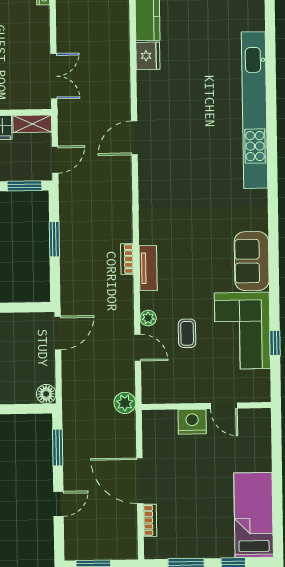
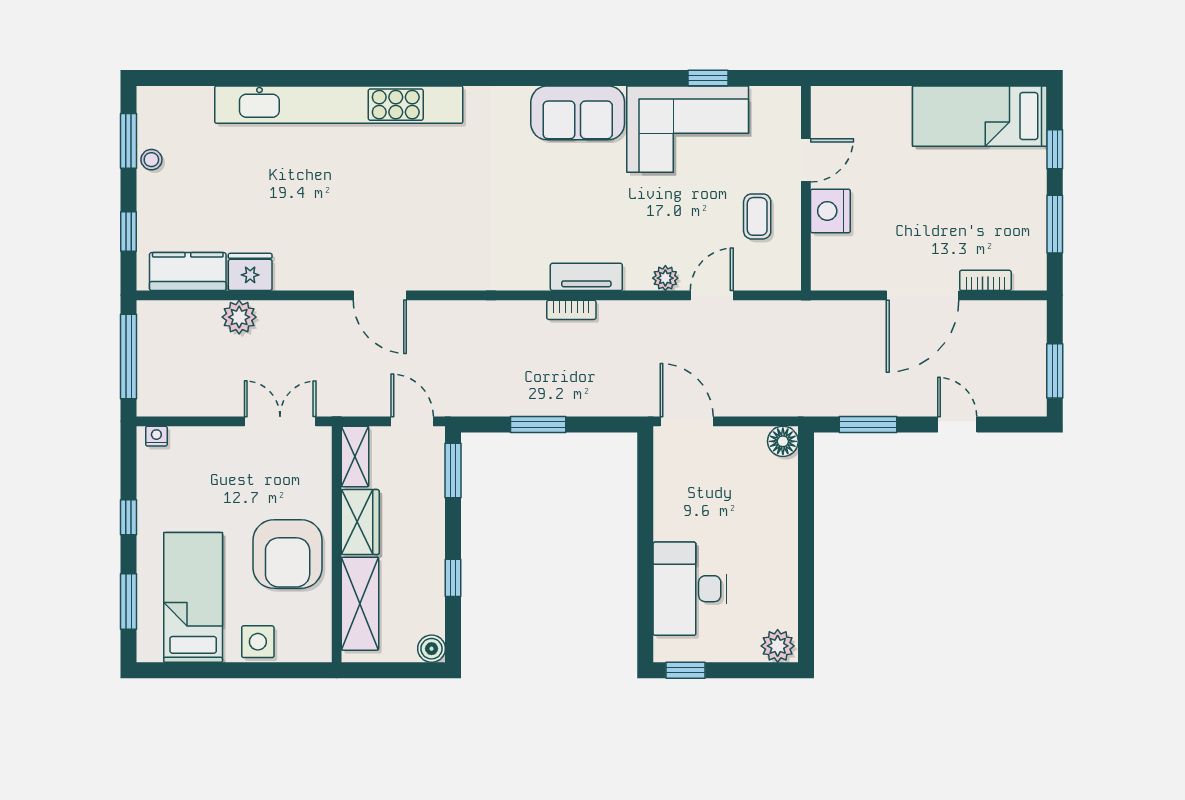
coffee table: (187, 333) -> (757, 216), moved, turned 90
plant: (125, 403) -> (239, 317), moved

